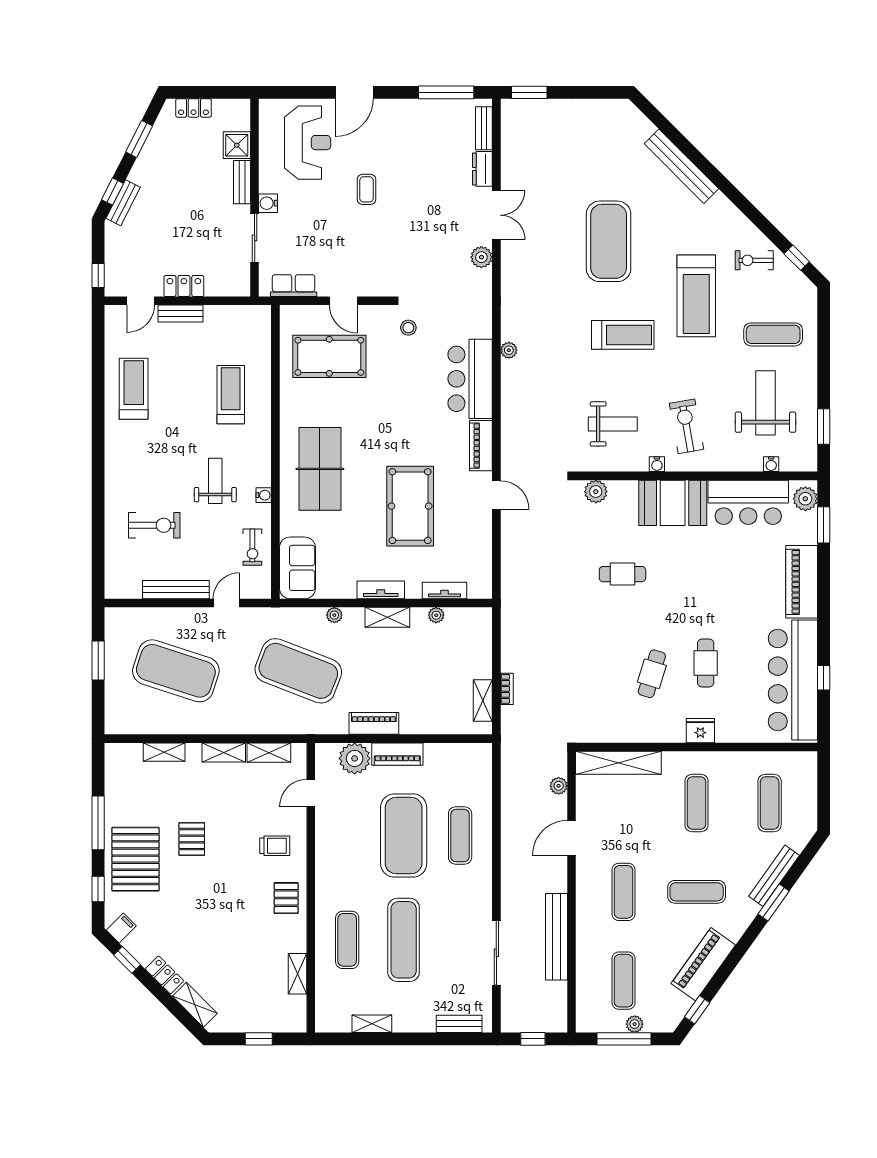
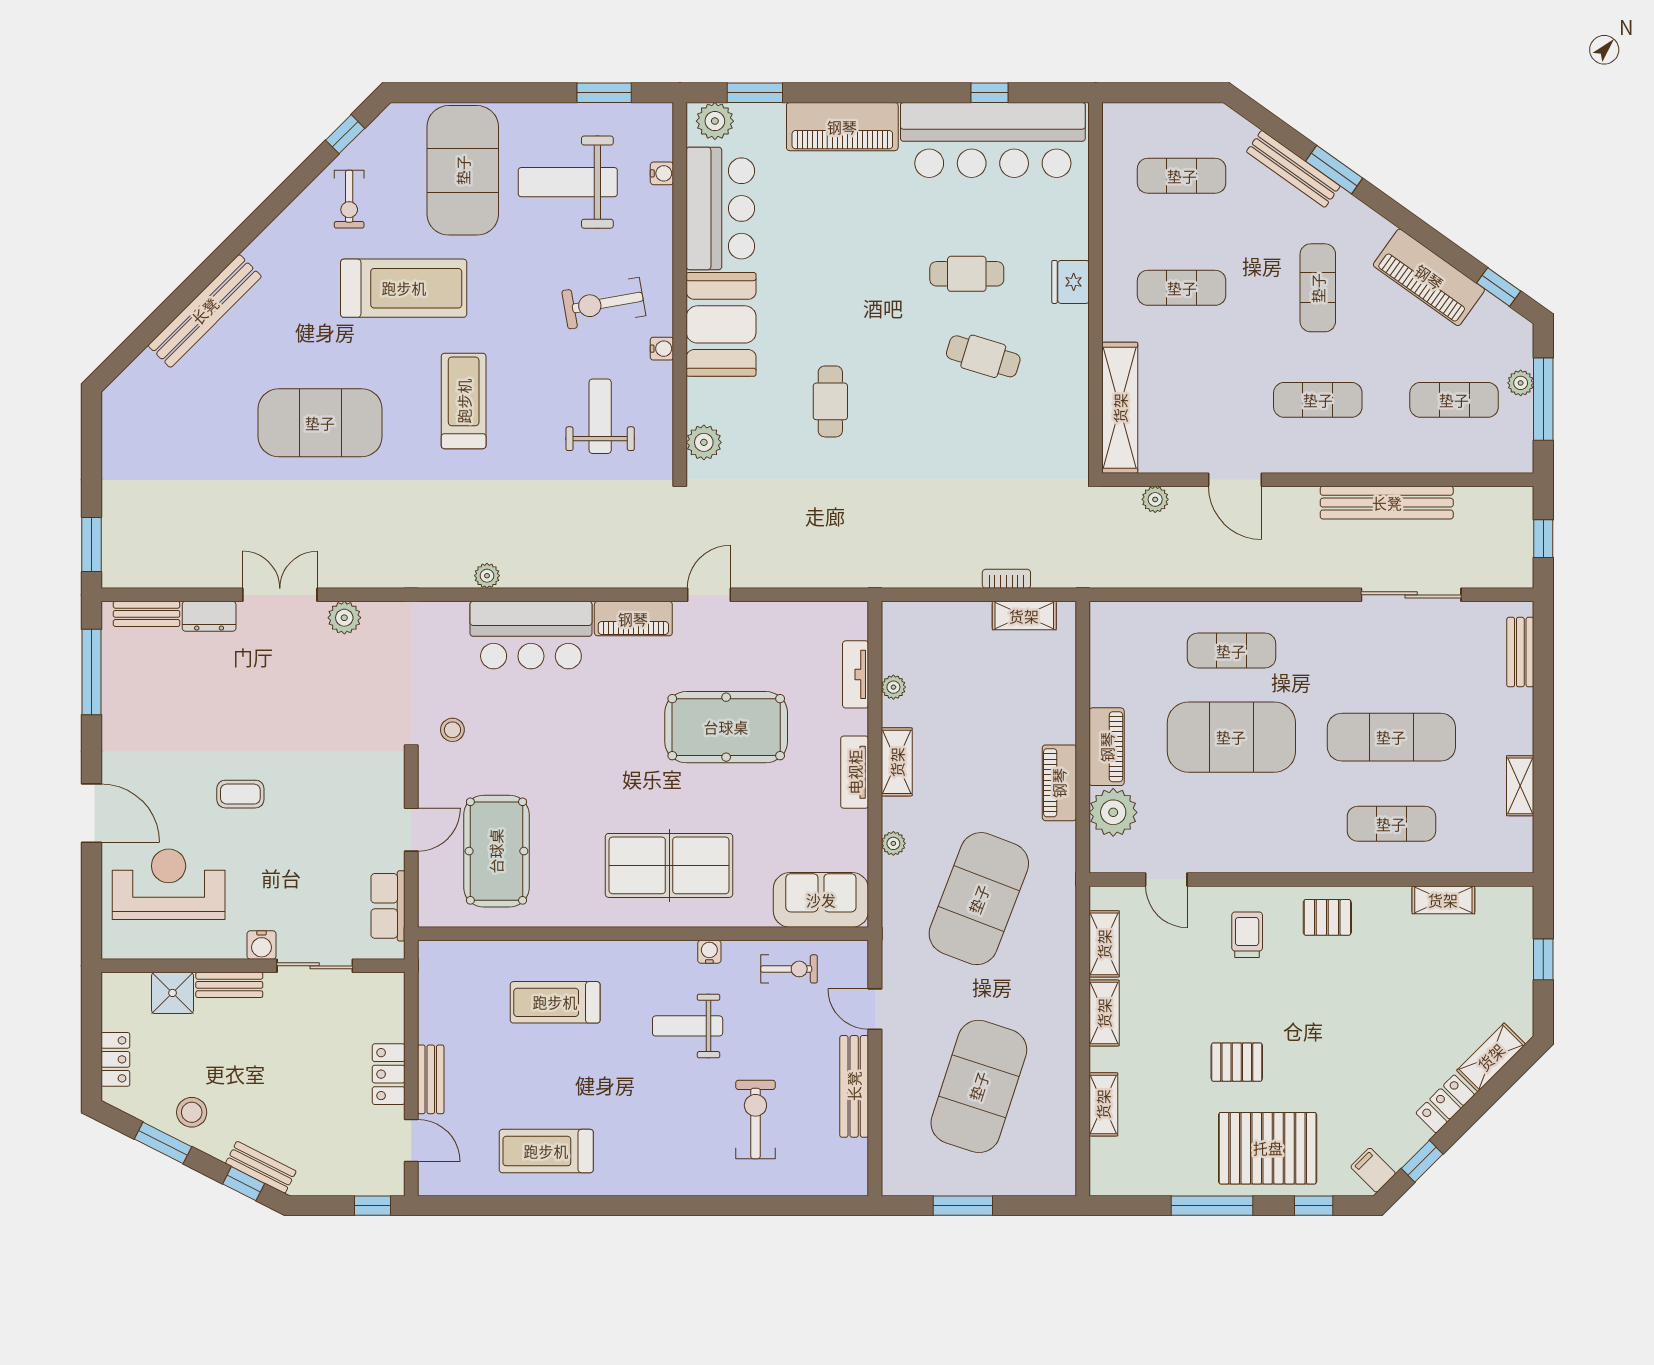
stool: (159, 158) -> (192, 1112), added
exercise mat: (773, 334) -> (463, 170), width x2.00, depth x1.45

